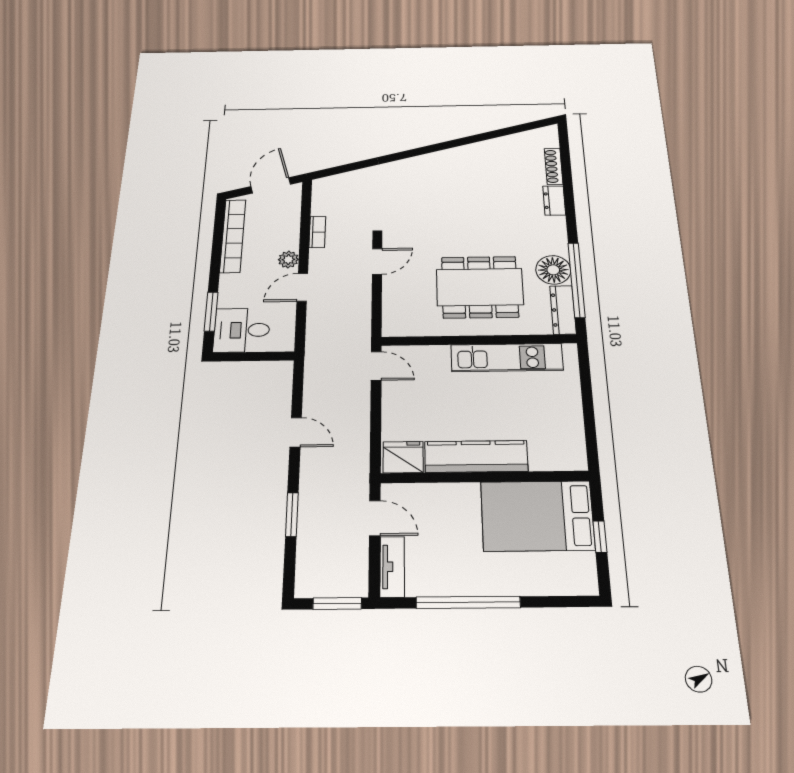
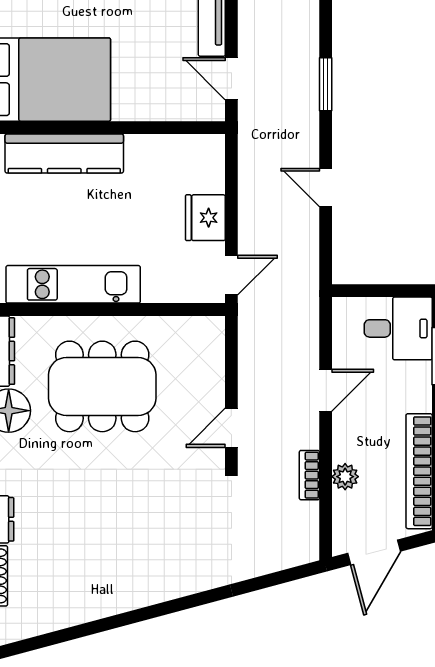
plant: (288, 259) -> (345, 477), moved
door: (376, 366) -> (231, 275), swing flipped
kitchen counter: (476, 456) -> (64, 154), moved
fridge: (403, 457) -> (205, 218), moved, turned 90

